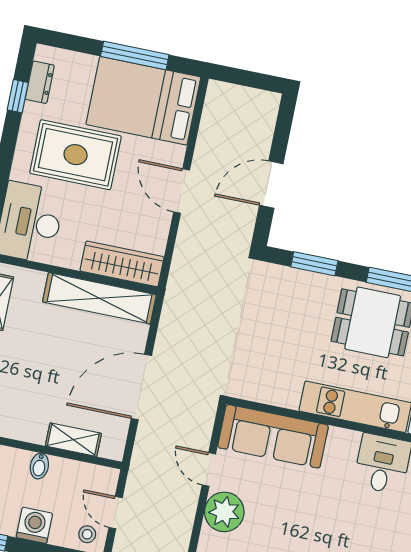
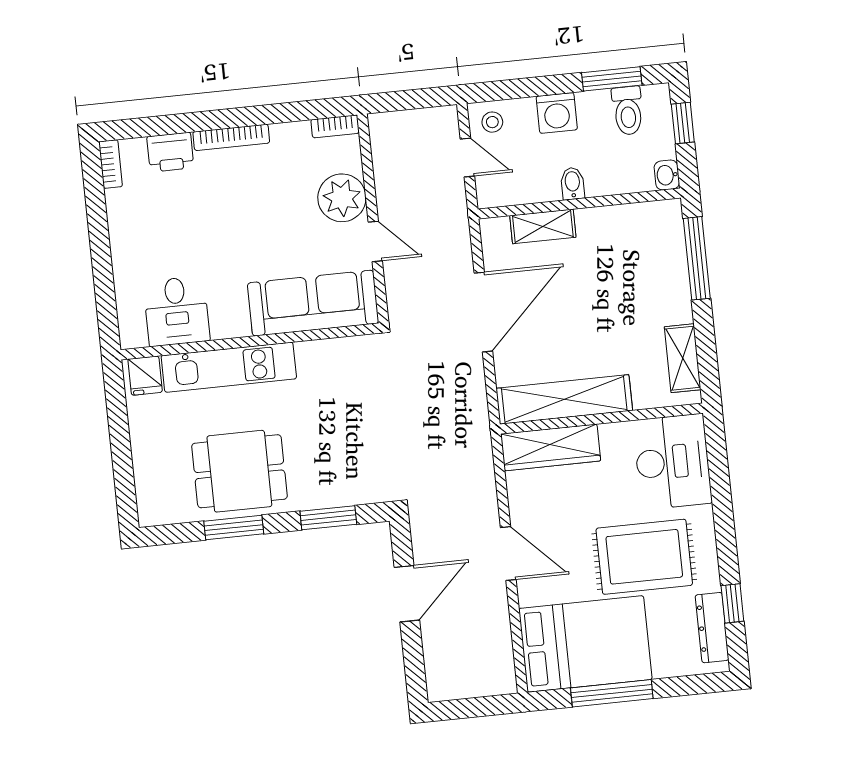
dresser: (40, 82) -> (712, 628), width x1.44

